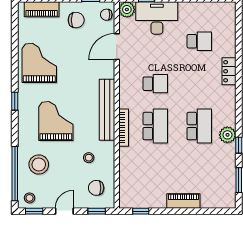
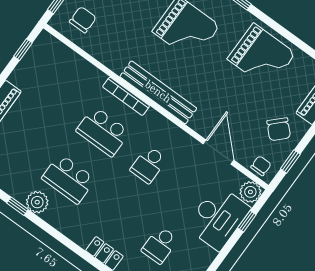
chair: (76, 20) -> (279, 129), turned -45
stool: (89, 158) -> (121, 35), removed

